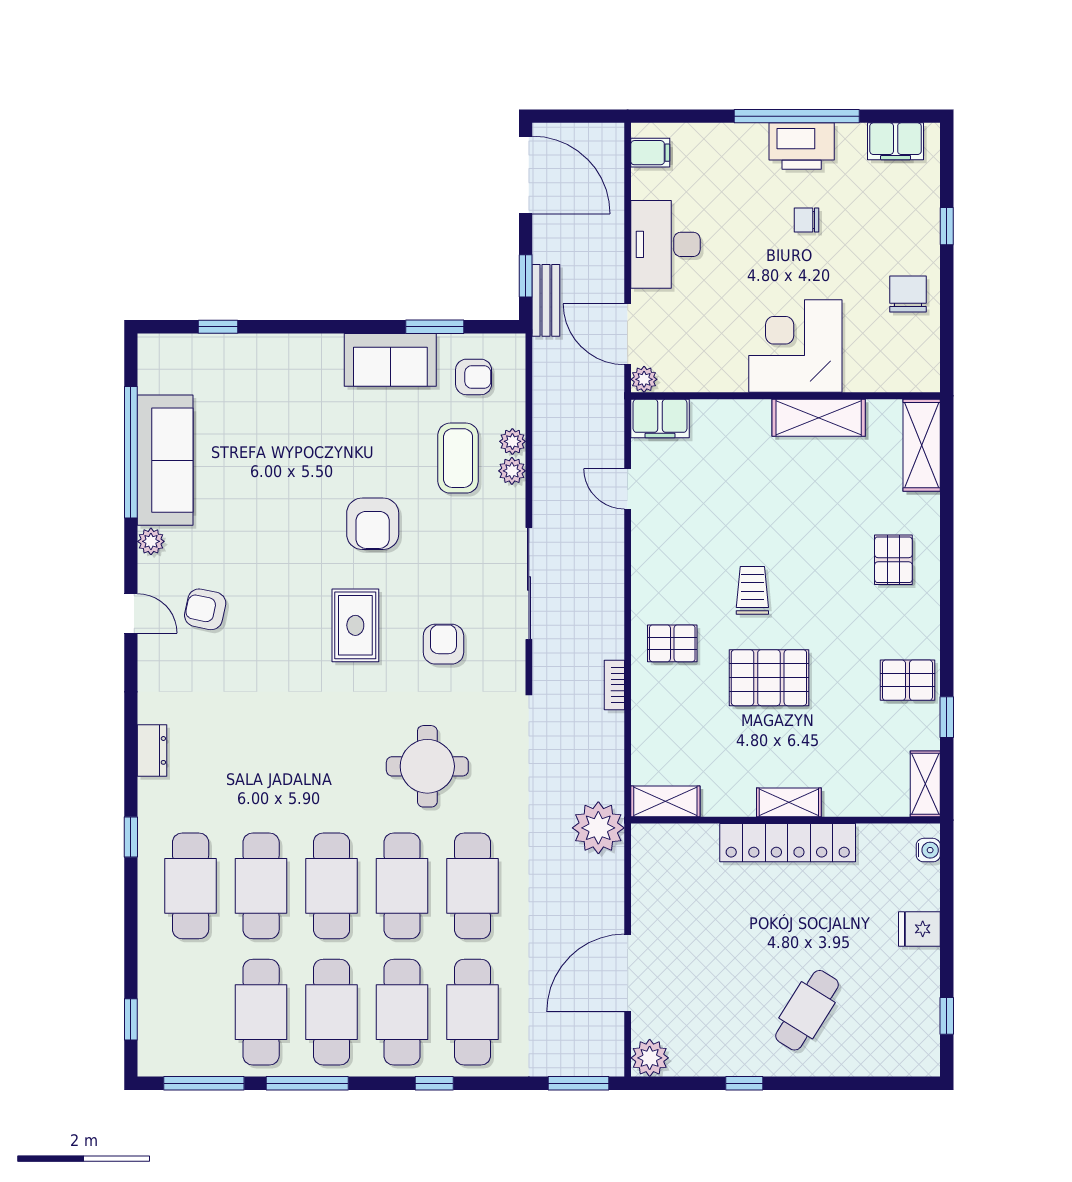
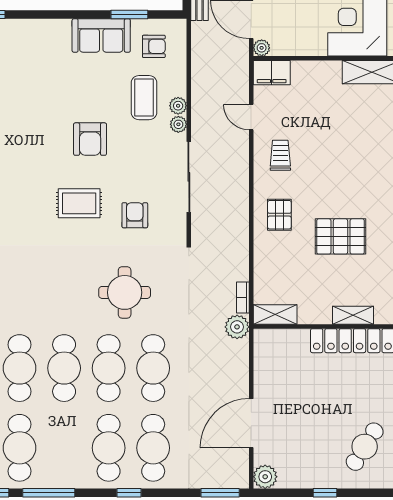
plant: (512, 441) -> (178, 124), moved
trolley: (752, 590) -> (280, 155), moved
rug: (355, 625) -> (79, 203), turned 90
pallet: (672, 643) -> (279, 215), turned 90
bookcase: (614, 685) -> (243, 297), moved
plant: (598, 828) -> (237, 327), width x0.73, depth x0.73
cafe table: (332, 1012) -> (64, 448), removed

